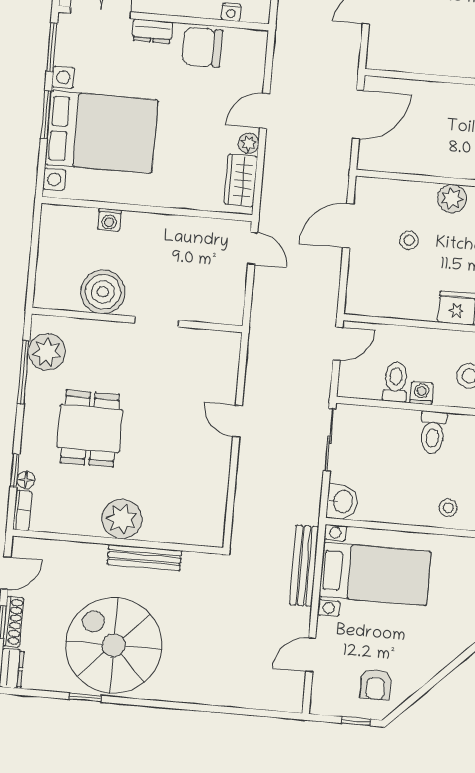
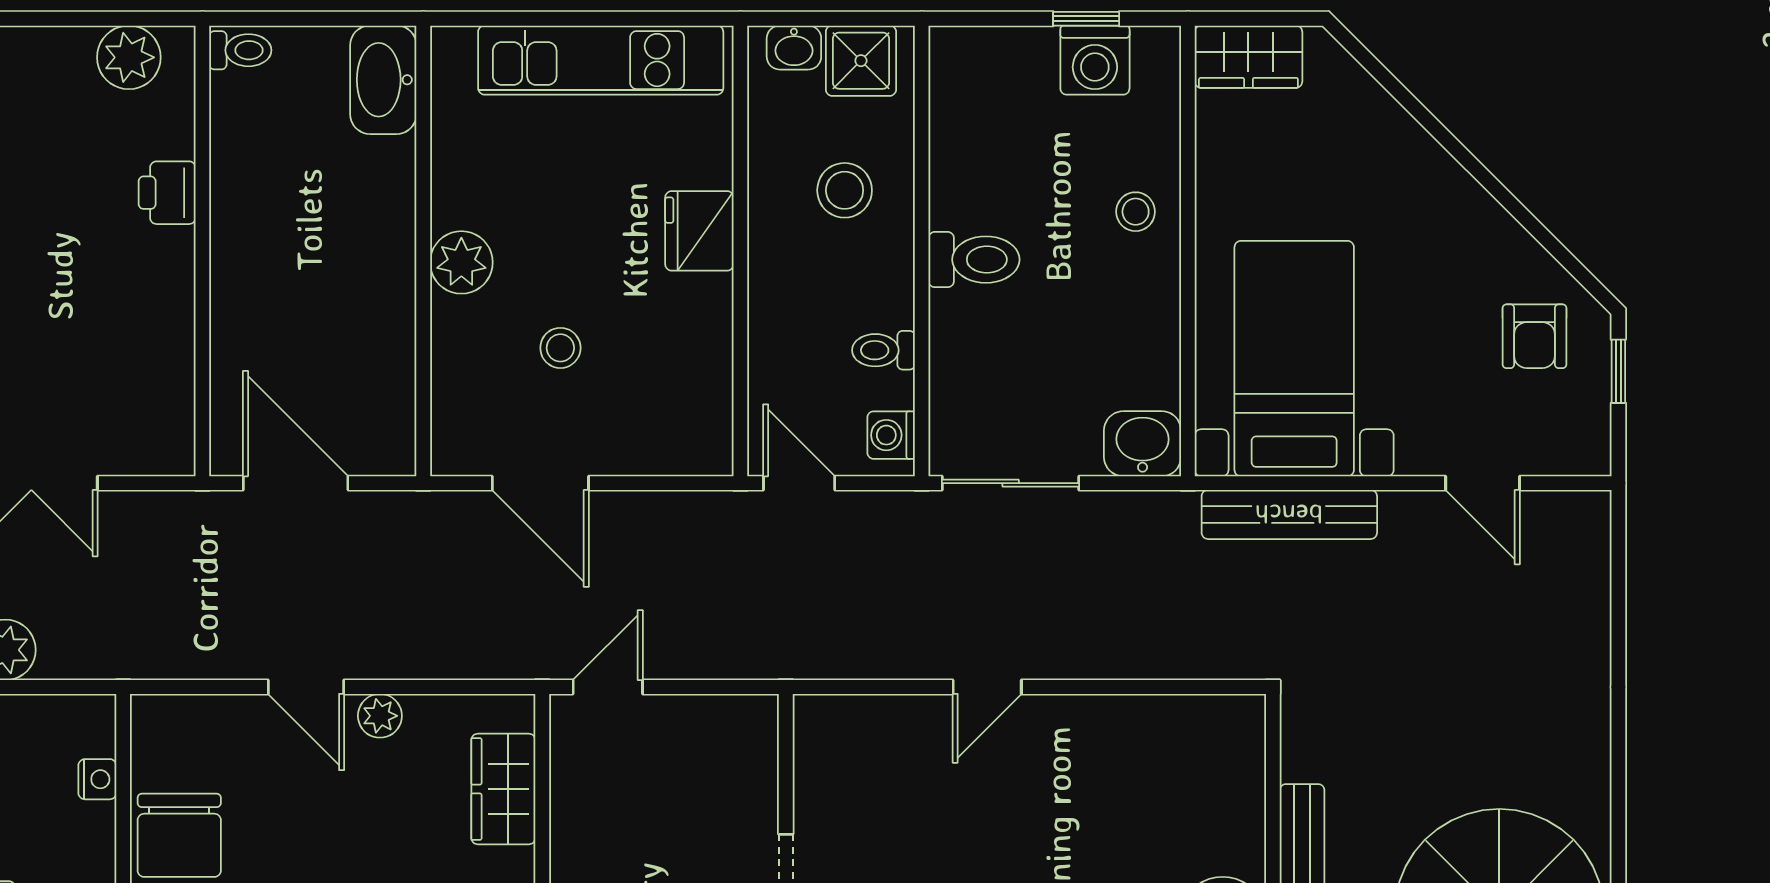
wardrobe: (241, 180) -> (503, 789), moved, turned 90
toilet: (396, 382) -> (883, 350), width x0.73, depth x0.72
washing machine: (421, 393) -> (891, 435), moved
armchair: (376, 684) -> (1535, 336), turned 90

